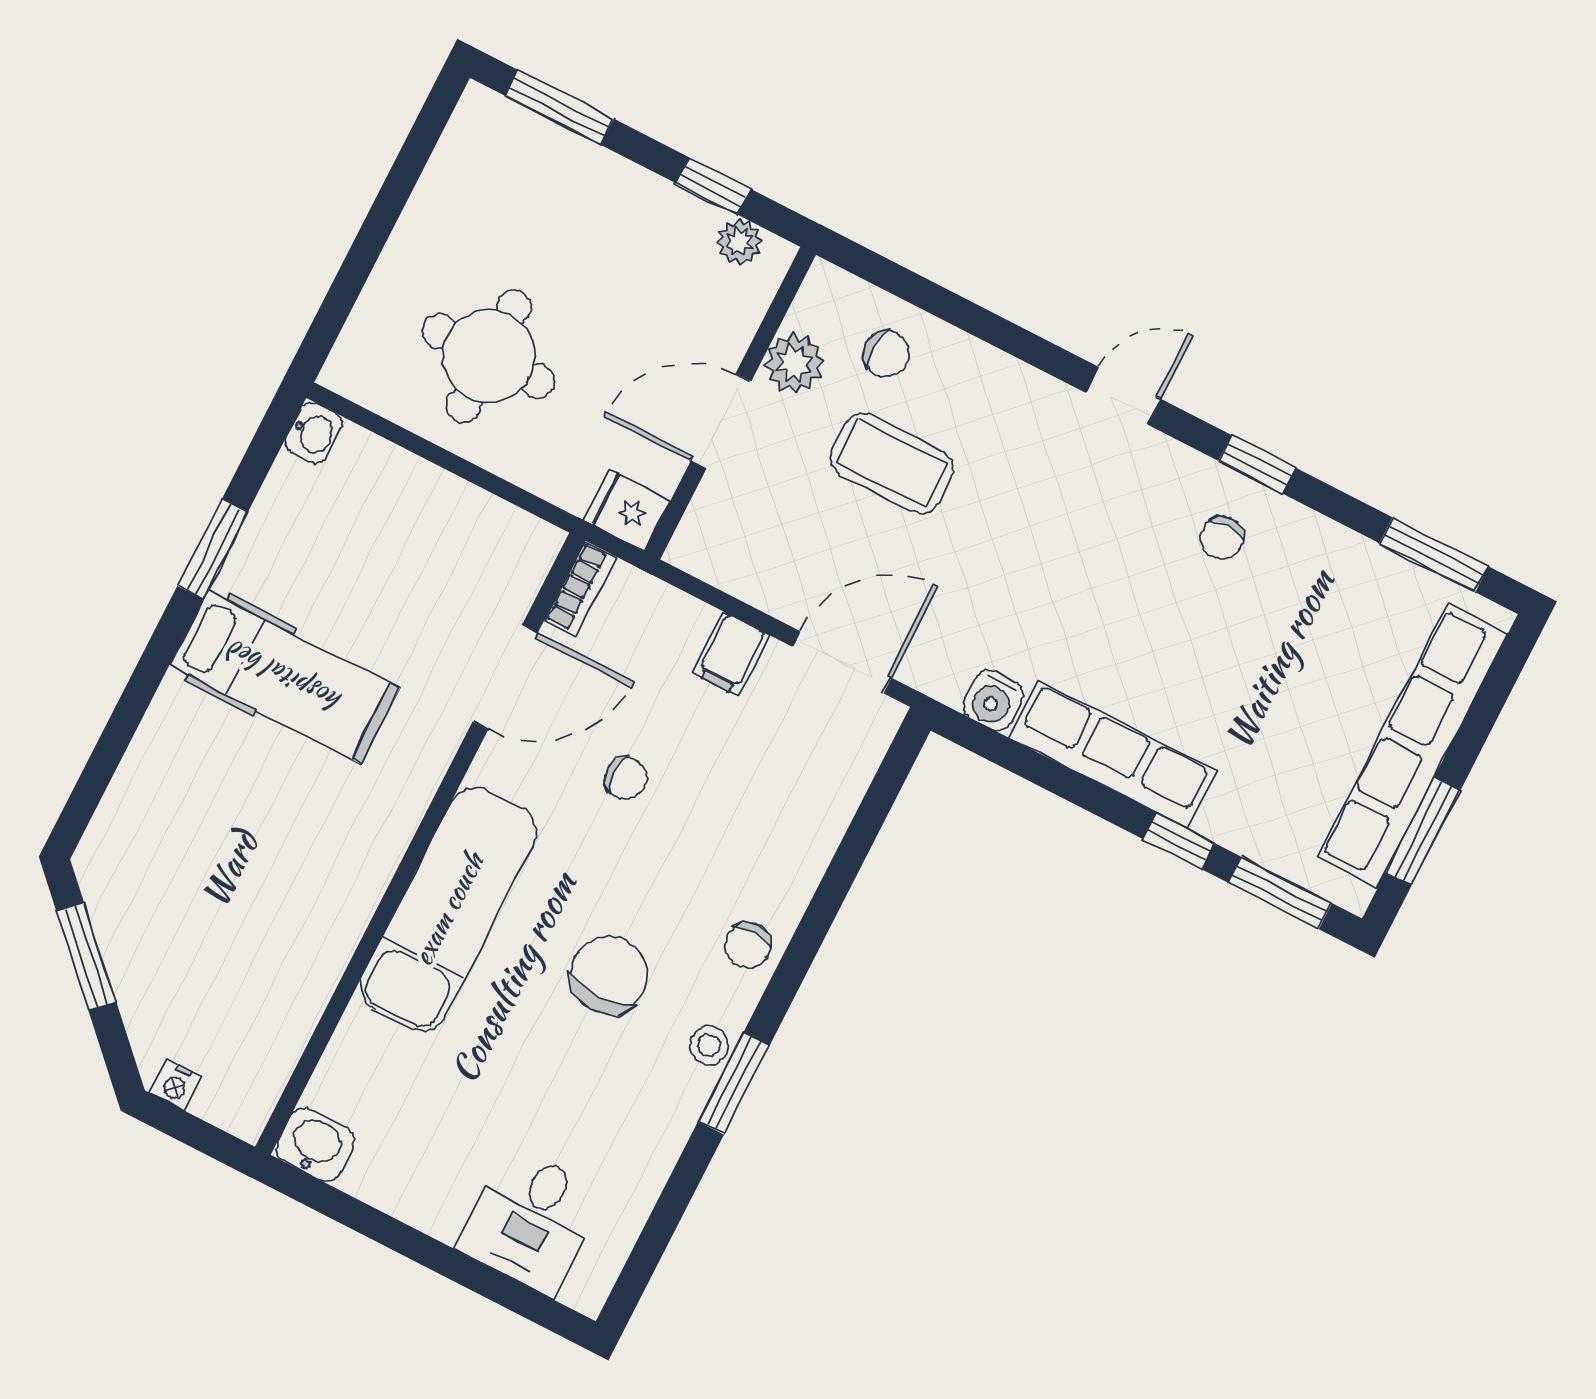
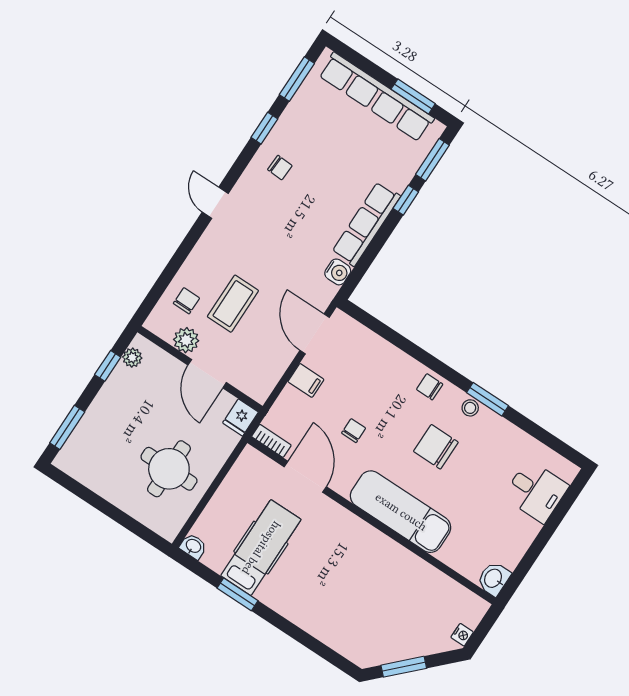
window: (1257, 464) -> (264, 128), moved
hospital bed: (285, 677) -> (261, 548), moved
chair: (748, 945) -> (430, 387), turned 180

